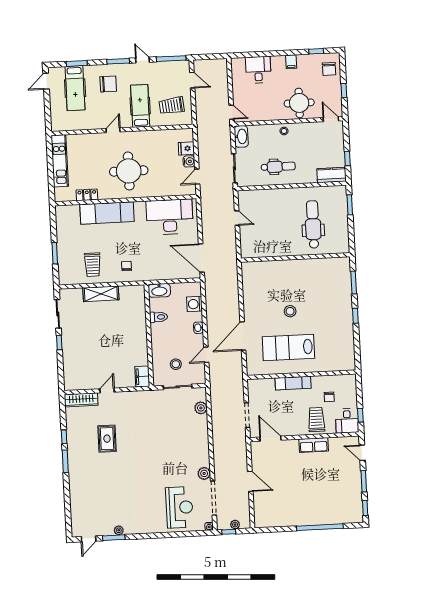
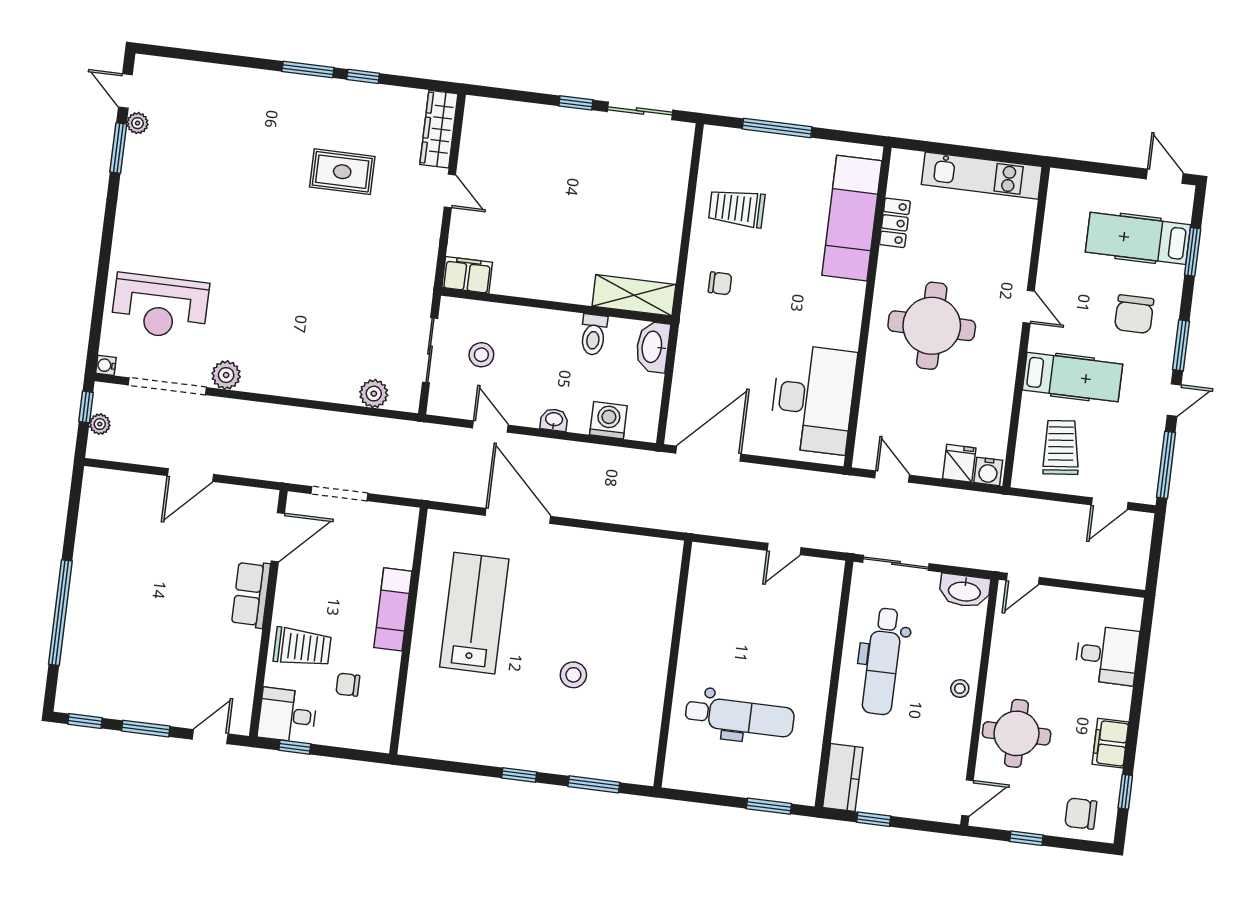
filing cabinet: (291, 62) -> (1110, 743), width x2.00
water cooler: (189, 161) -> (988, 471), moved
dental chair: (278, 167) -> (882, 661), width x1.36, depth x1.38
exam couch: (107, 213) -> (852, 218), moved
window: (55, 253) -> (777, 128), width x1.44
shelving: (101, 294) -> (634, 295), moved, turned 90
stool: (290, 311) -> (573, 675), moved
row of seats: (314, 445) -> (251, 594), moved
plant: (119, 530) -> (138, 123), moved

